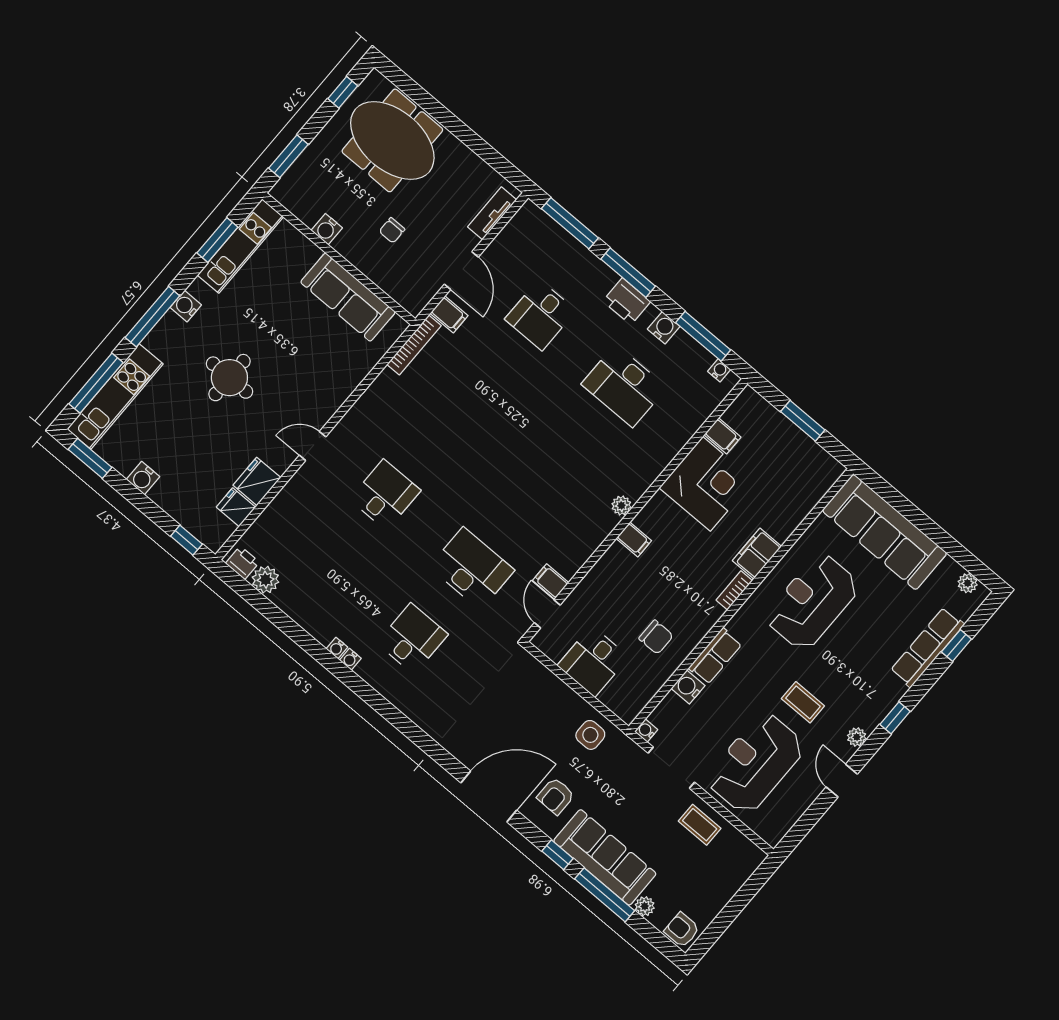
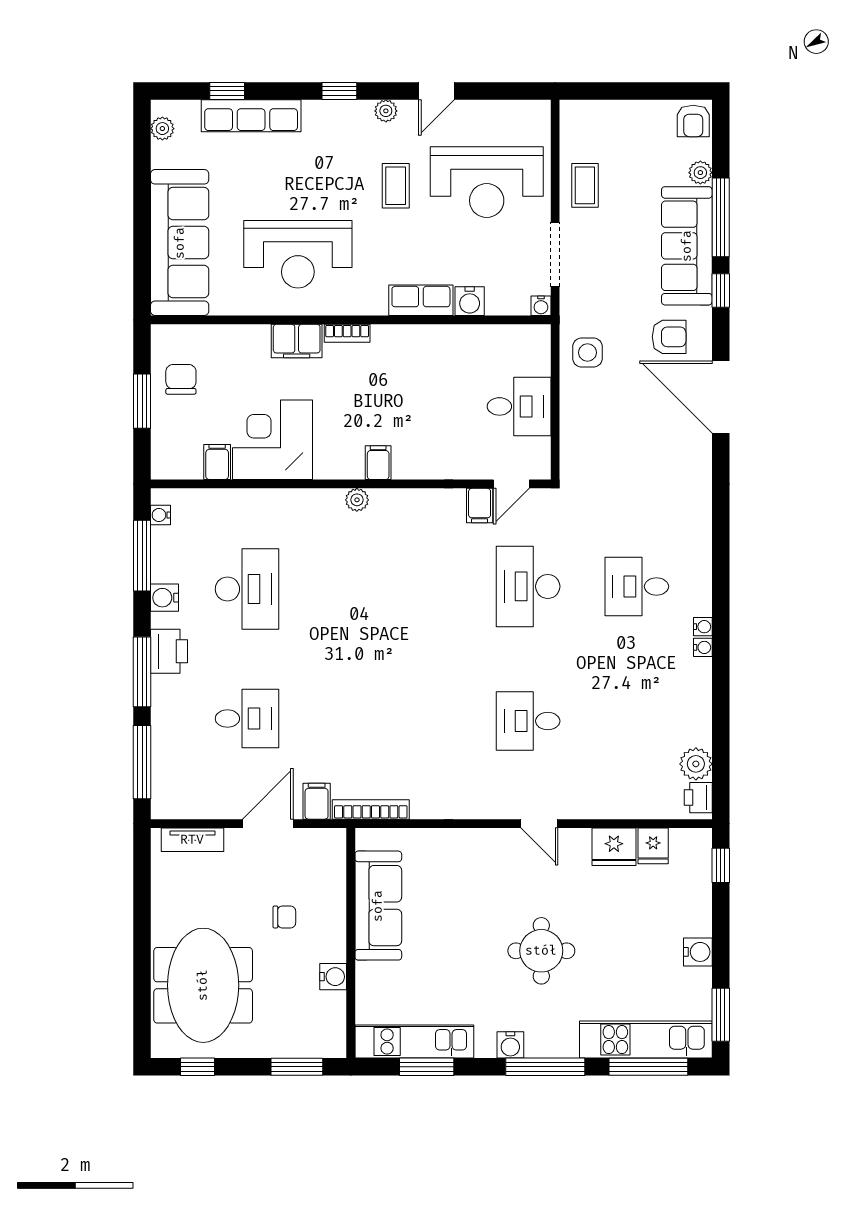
chair: (656, 637) -> (181, 379), moved

